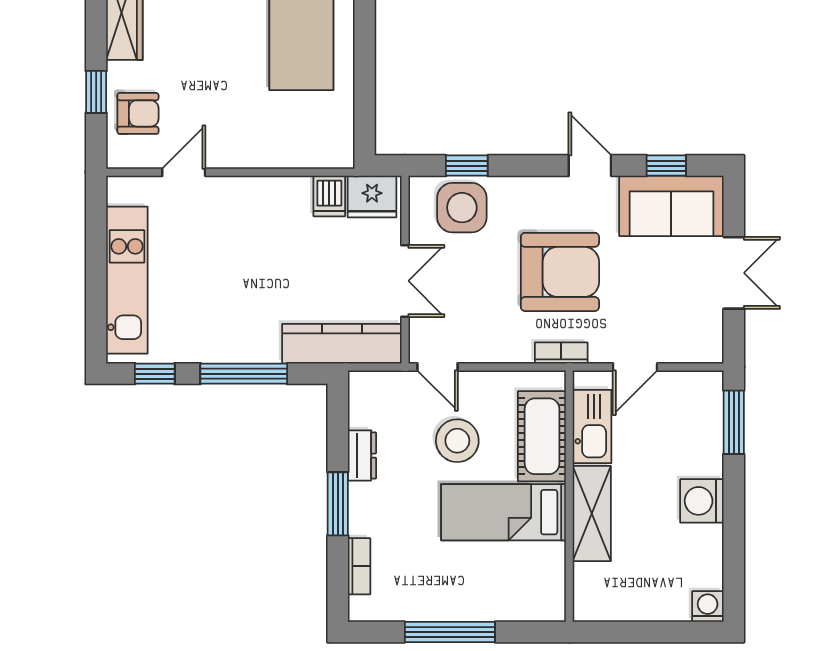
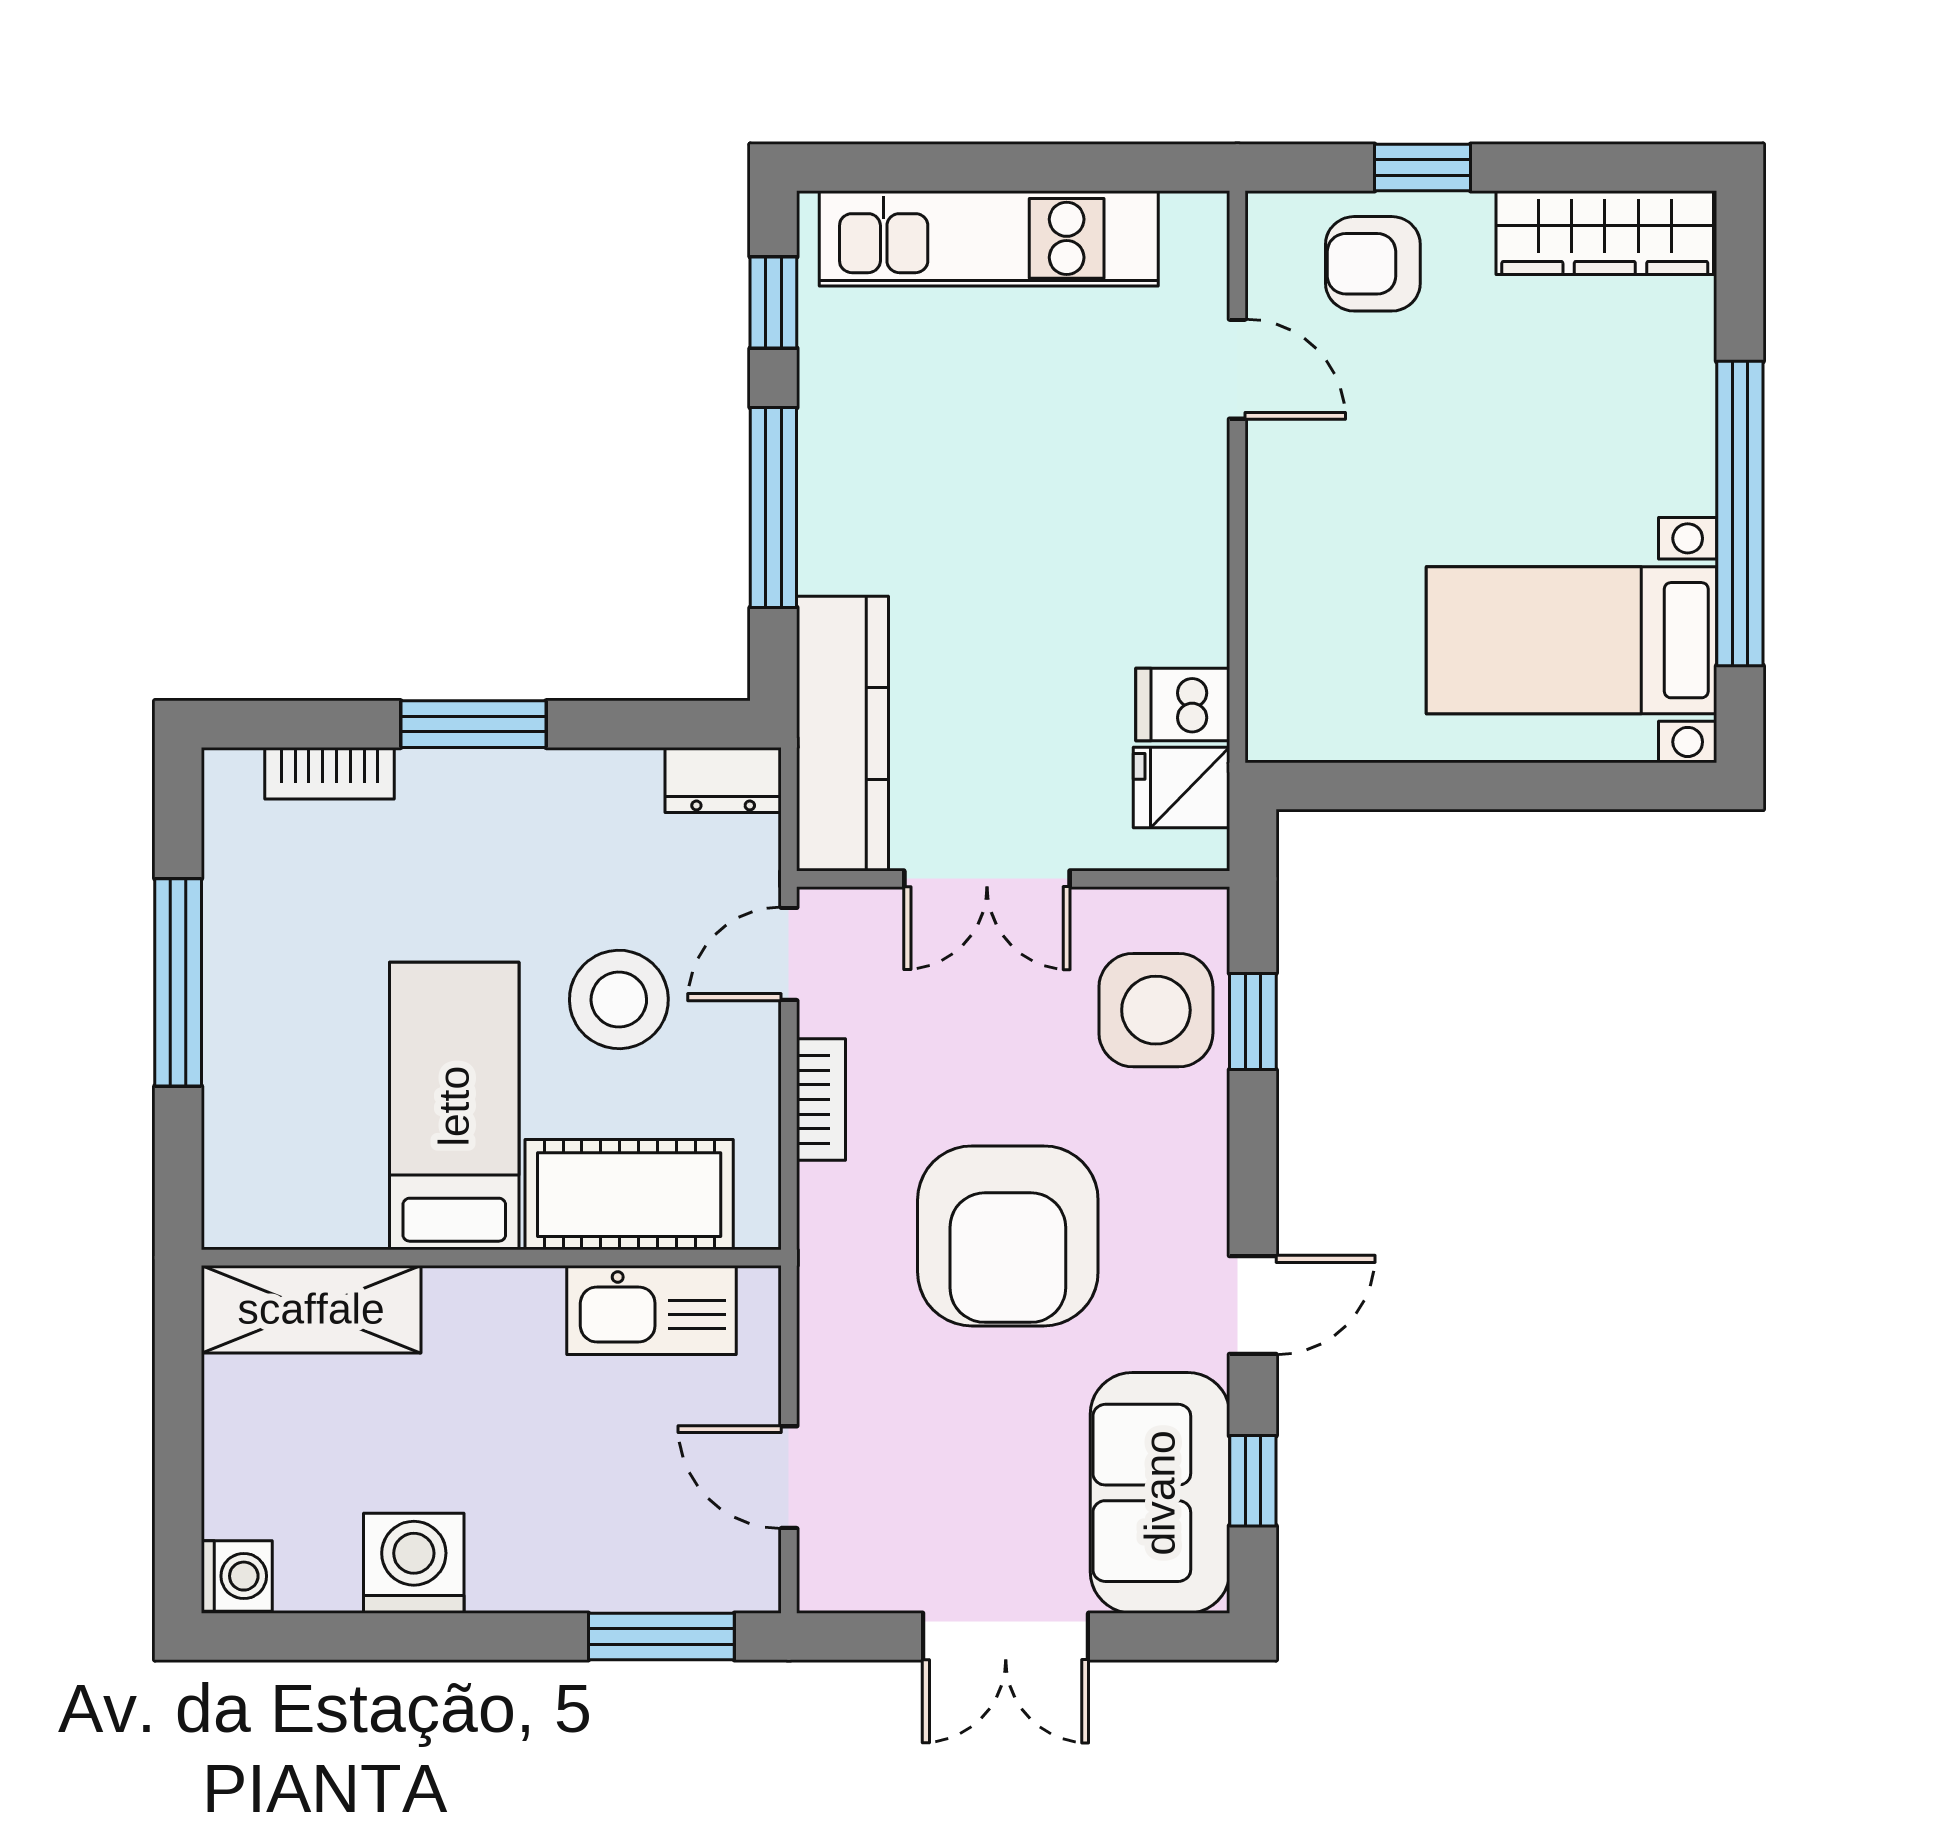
armchair: (138, 113) -> (1373, 264), turned 90
fridge: (372, 197) -> (1181, 787), width x0.72
bookcase: (561, 353) -> (821, 1099), moved
door: (635, 367) -> (789, 1477), moved
dresser: (362, 456) -> (723, 780), moved
washing machine: (702, 501) -> (414, 1563), moved
shelving: (592, 514) -> (311, 1309), moved

